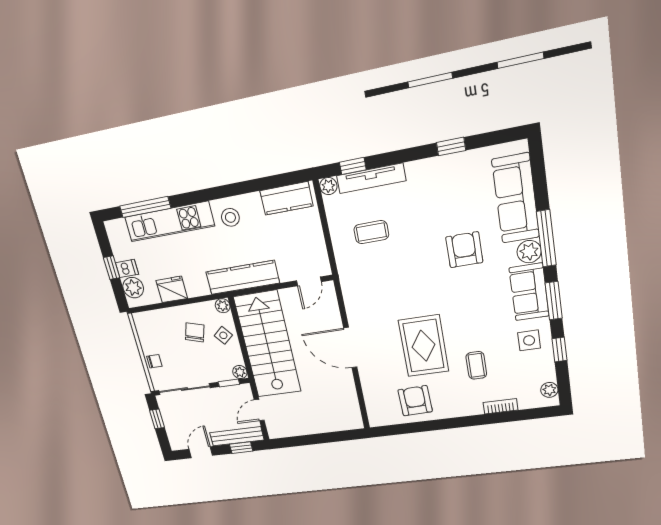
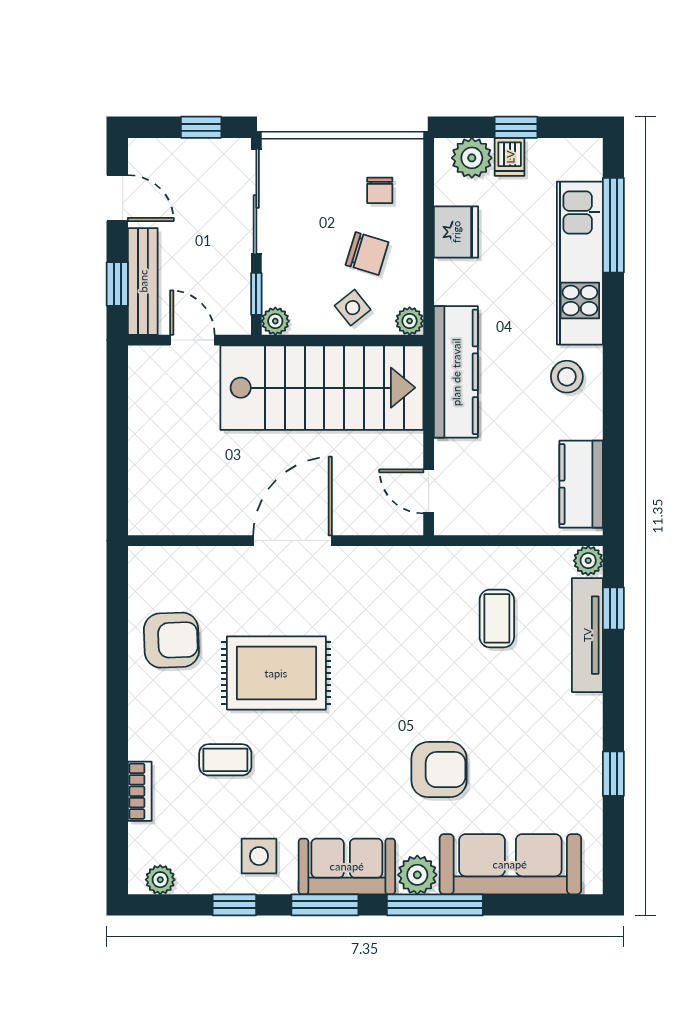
chair: (154, 361) -> (380, 190), moved

